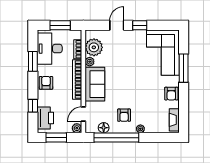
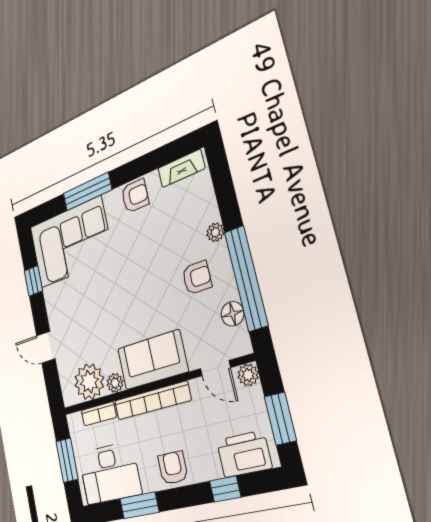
window: (140, 25) -> (33, 281), moved
armchair: (46, 83) -> (173, 468), turned 90

